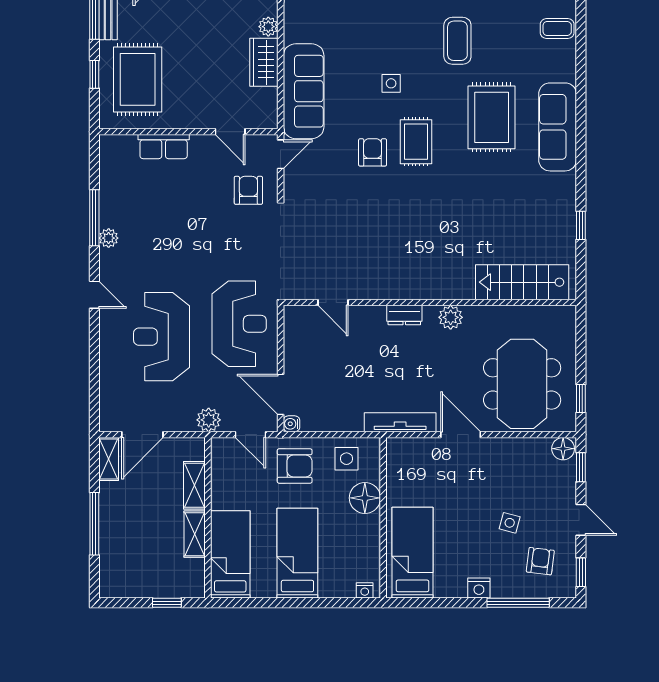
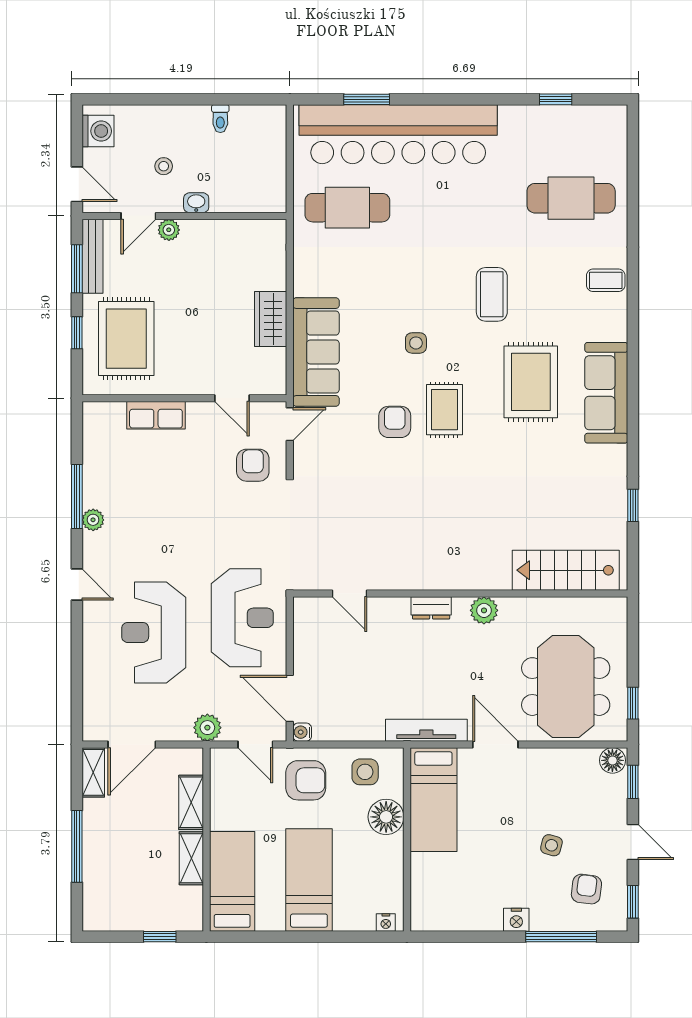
plant: (268, 27) -> (276, 278), removed
bed: (413, 553) -> (433, 800), moved, turned 180

